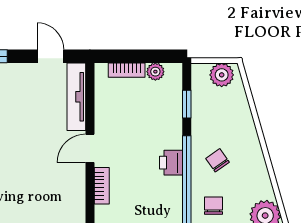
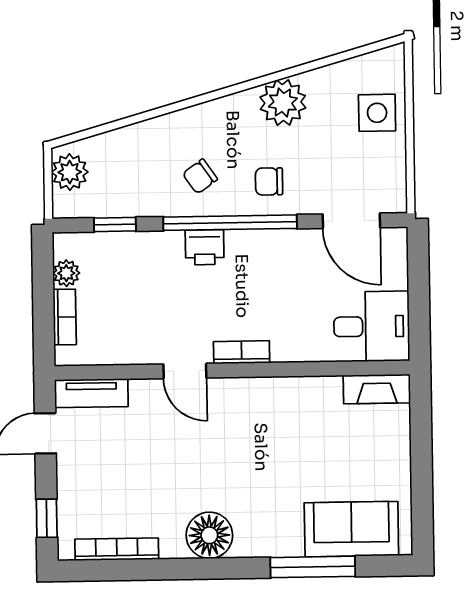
tv unit: (76, 97) -> (91, 393), width x0.71

